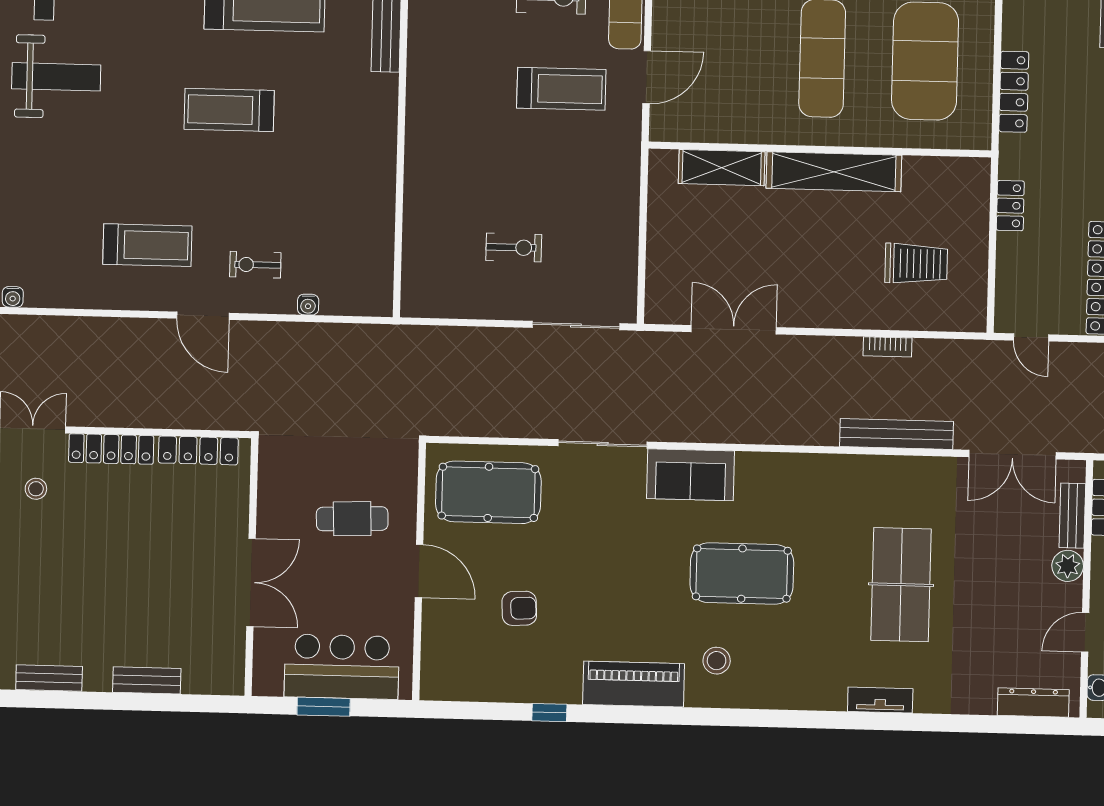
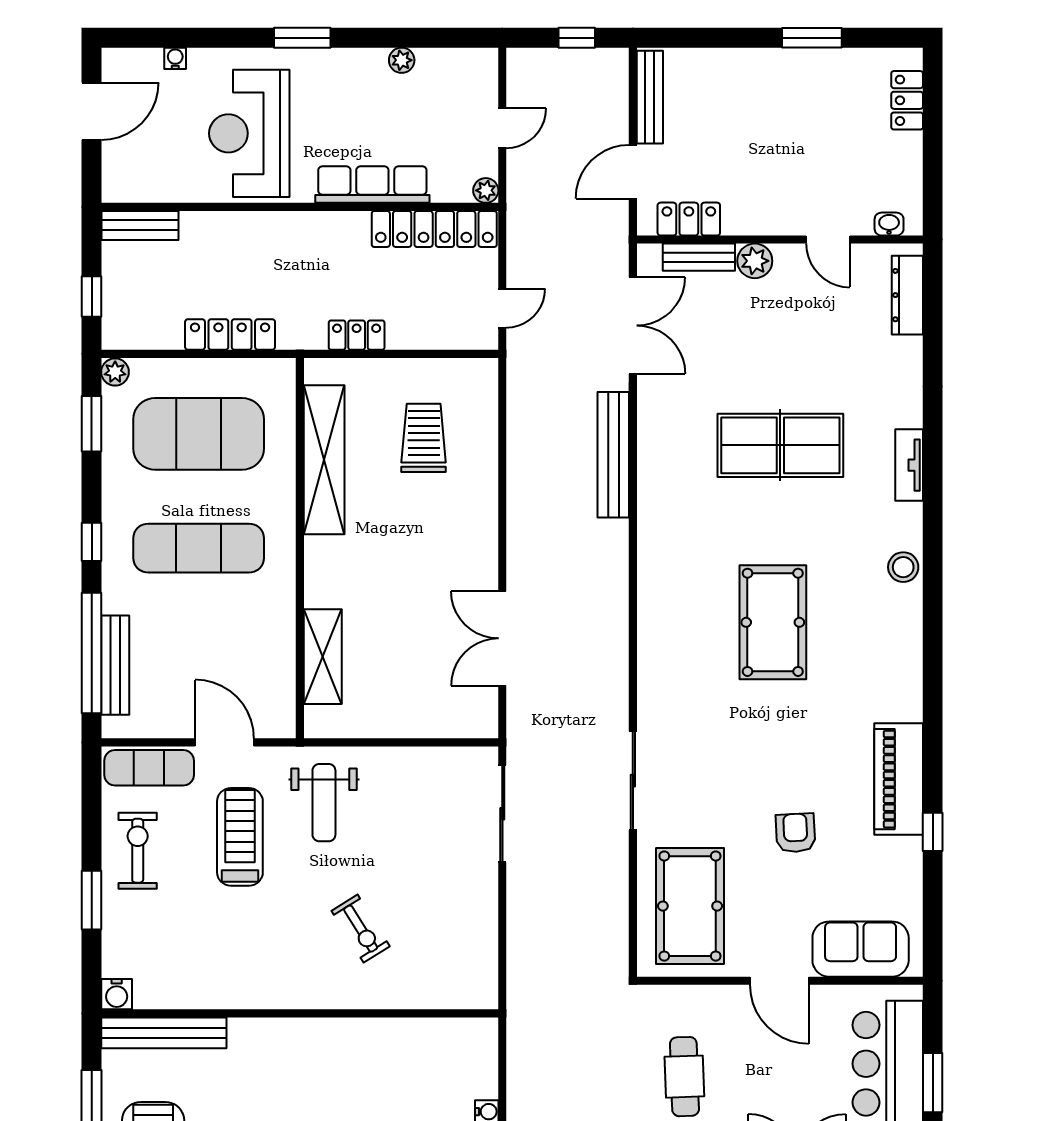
weight bench: (590, 165) -> (324, 803), added
shelving: (834, 172) -> (324, 460), moved
exercise bike: (514, 247) -> (361, 929), moved, turned 148
bookcase: (888, 347) -> (517, 467), removed
sofa: (691, 475) -> (861, 949), moved, turned -90
cafe table: (352, 519) -> (684, 1077), moved
door: (419, 571) -> (779, 981), swing flipped
armchair: (519, 608) -> (795, 833), moved
stool: (717, 661) -> (903, 567), moved
piano: (634, 684) -> (899, 779), moved

